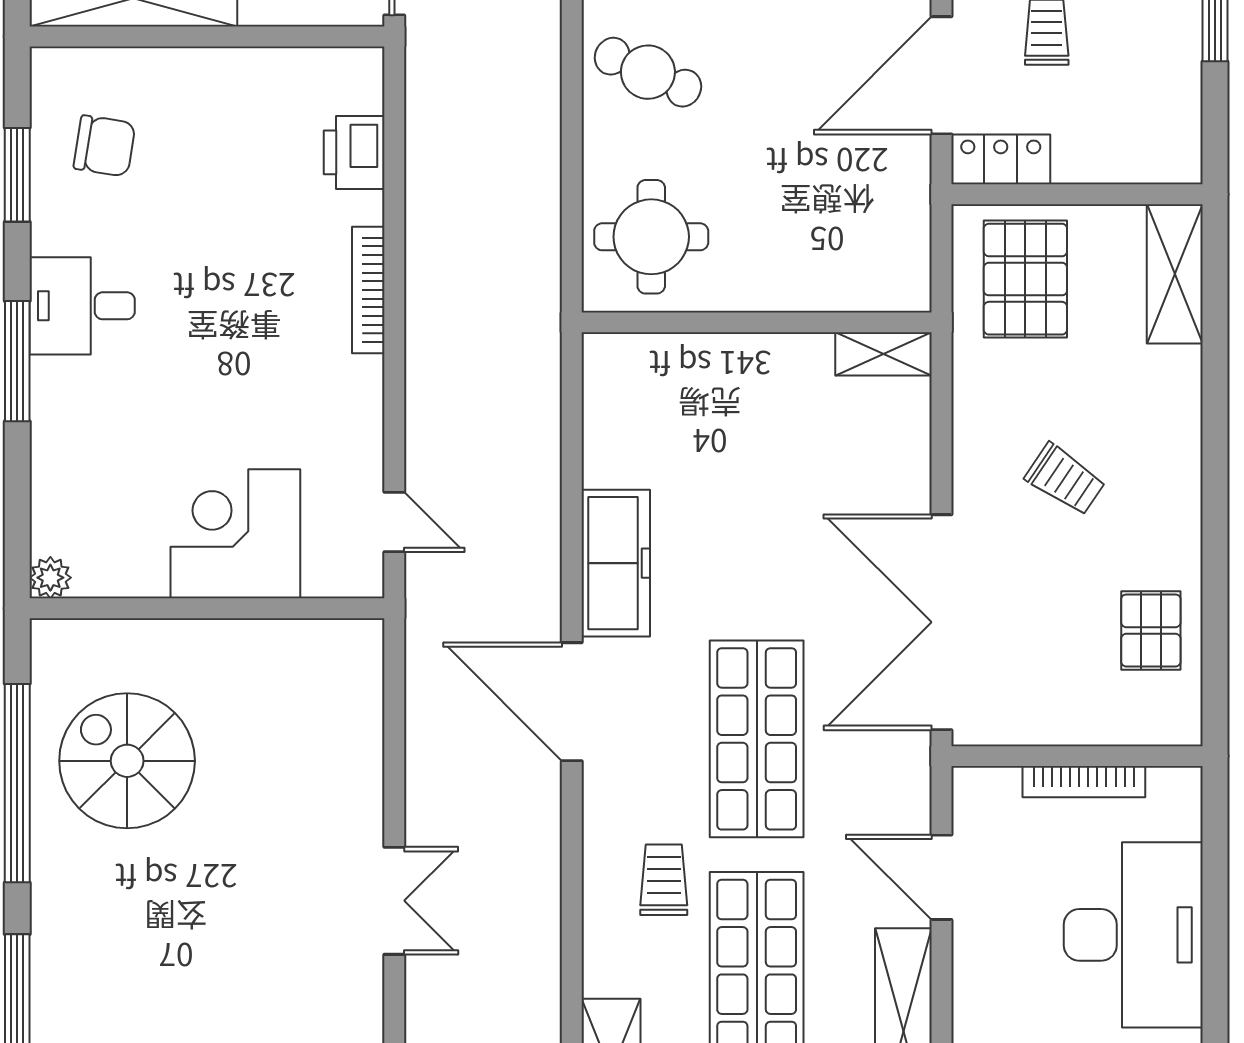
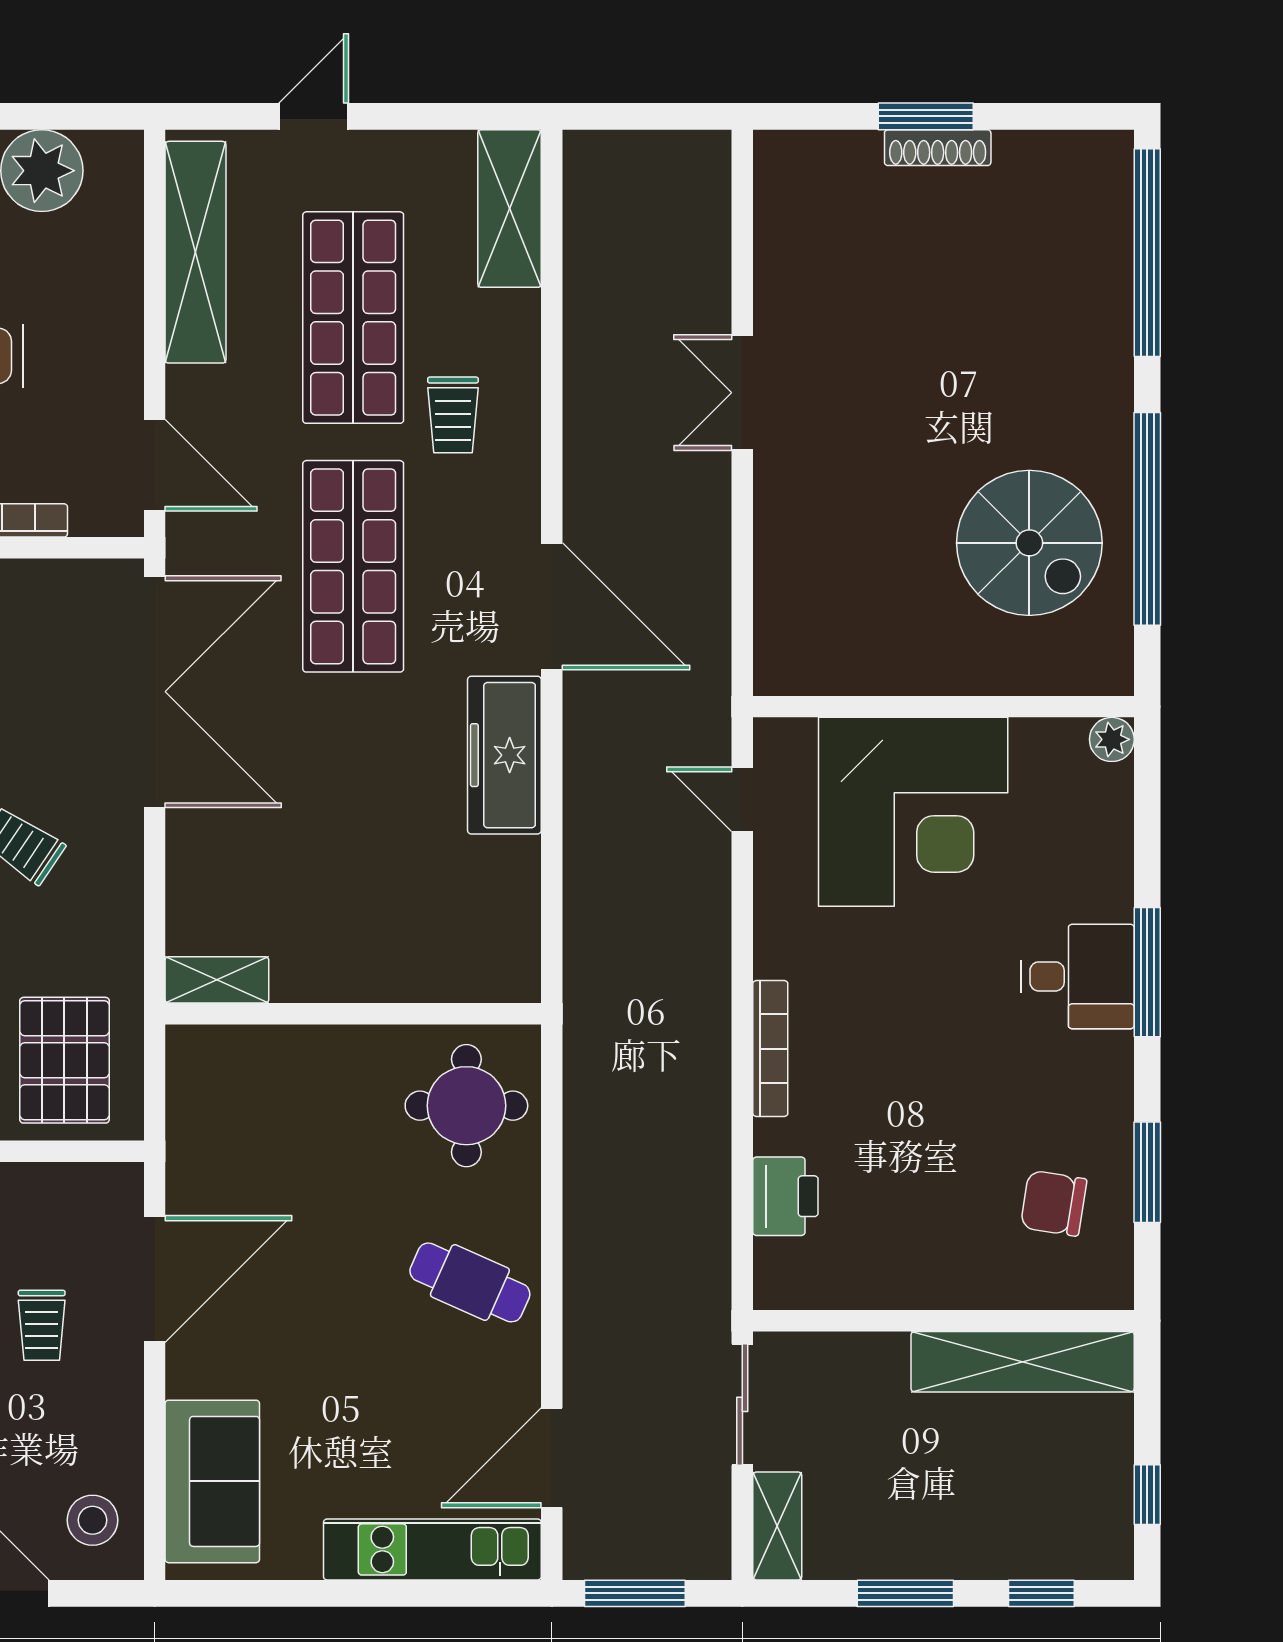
locker: (1001, 159) -> (91, 1189), removed
desk: (82, 306) -> (1078, 976), moved
corner desk: (235, 534) -> (913, 812), width x1.36, depth x1.36
door: (941, 877) -> (155, 465), moved

